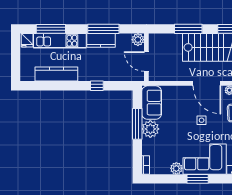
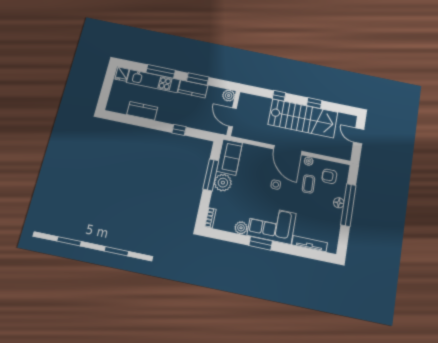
window: (51, 29) -> (161, 71), moved
window: (103, 29) -> (198, 79), width x0.69
window: (188, 29) -> (279, 96), width x0.46
kitchen counter: (56, 74) -> (142, 111), width x0.67

